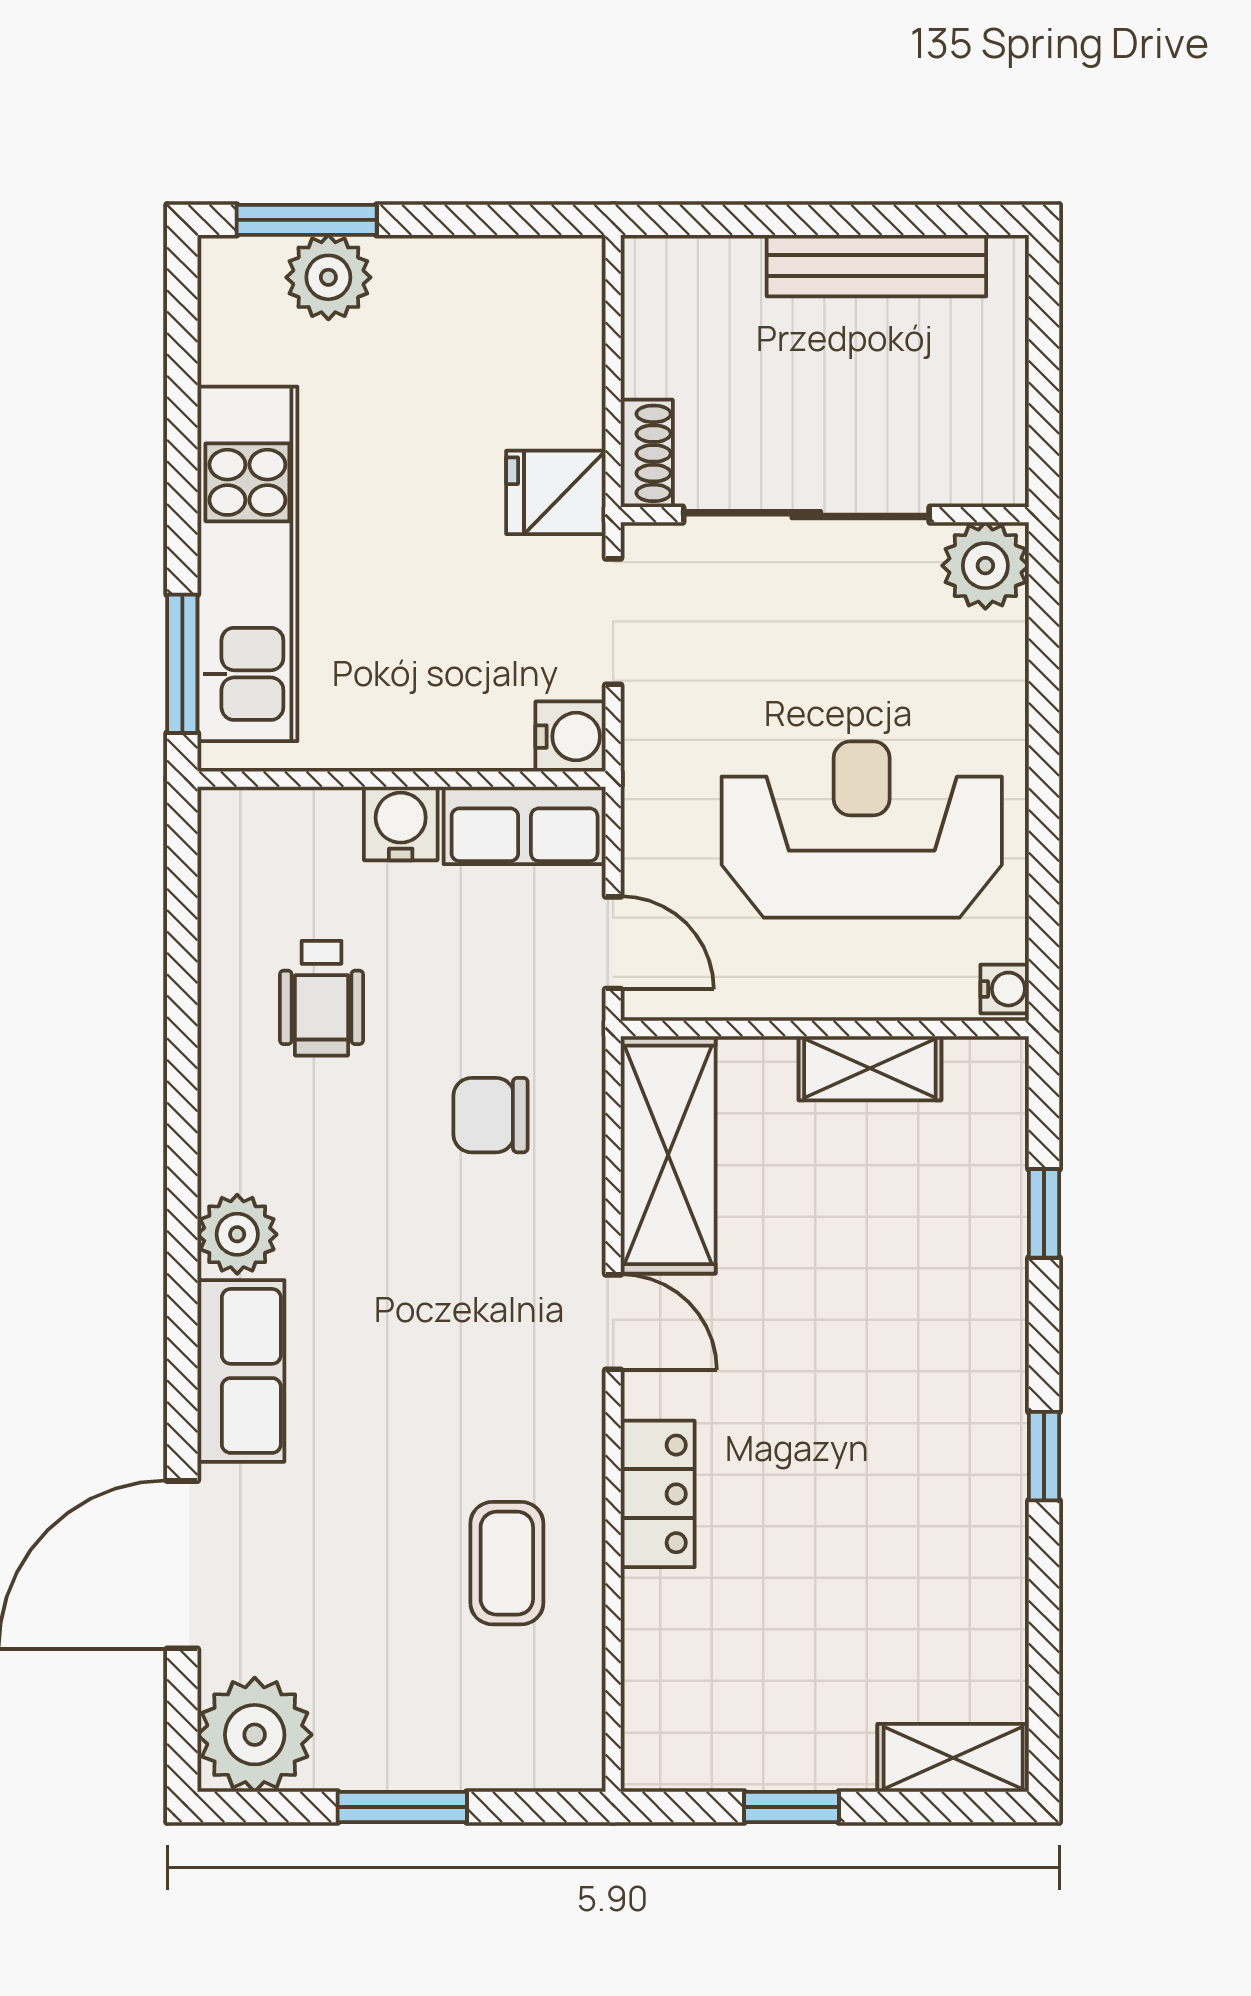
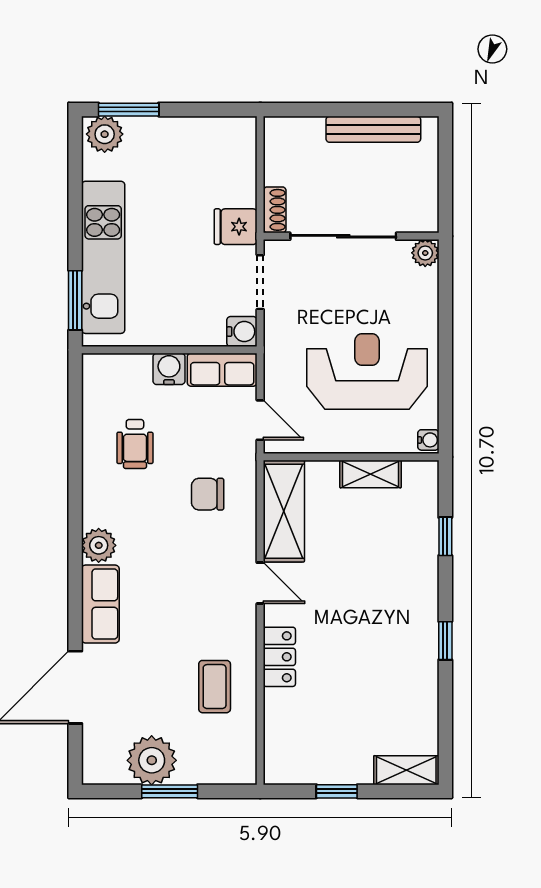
plant: (328, 277) -> (105, 134), moved
plant: (985, 566) -> (425, 253), width x0.73, depth x0.73
plant: (255, 1735) -> (152, 760), moved

